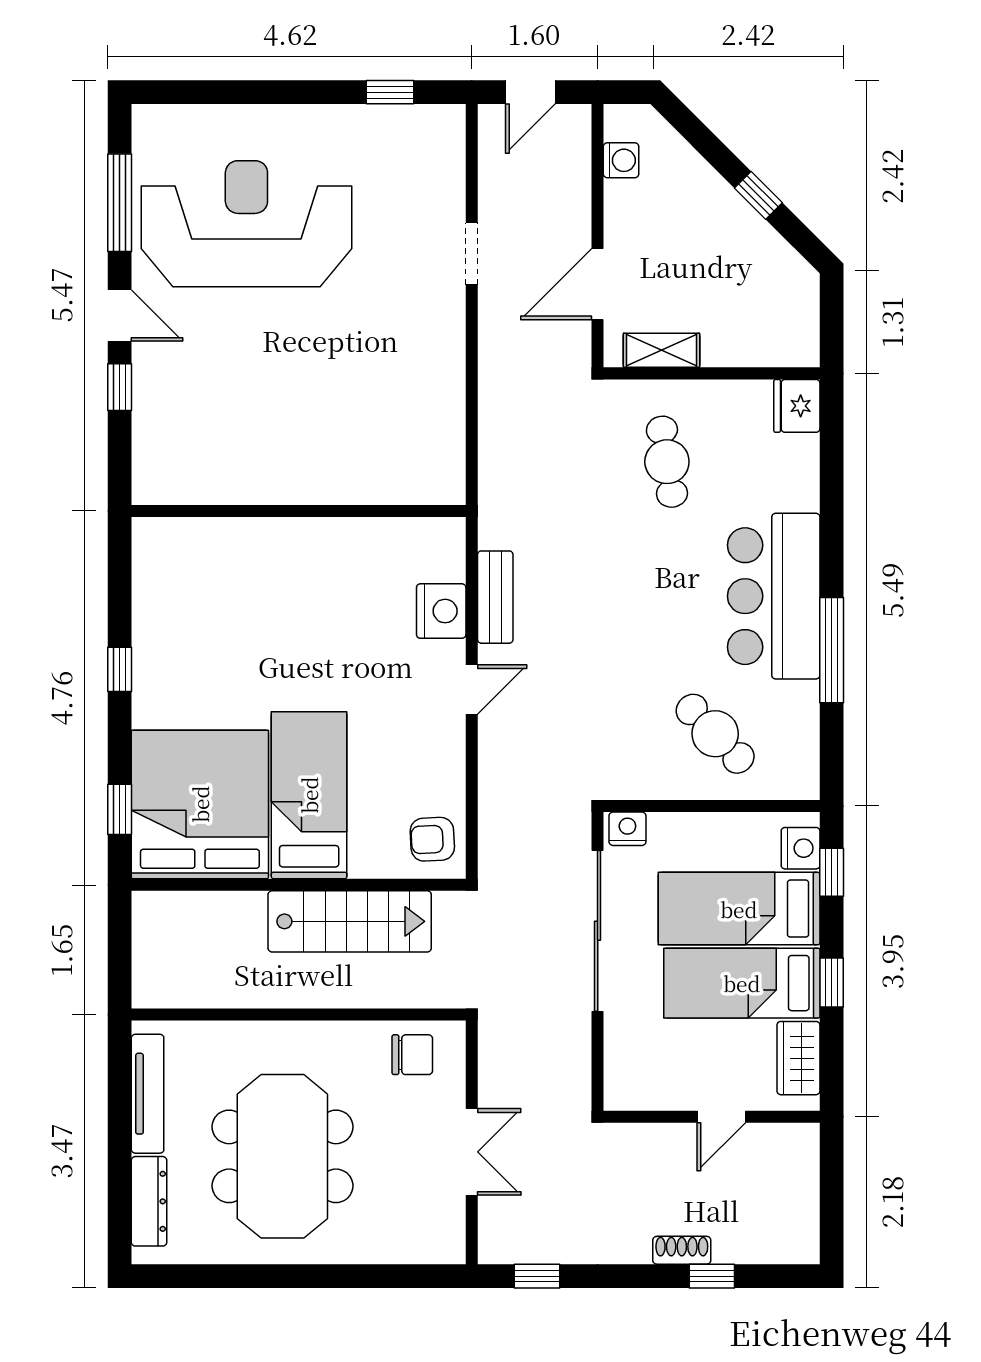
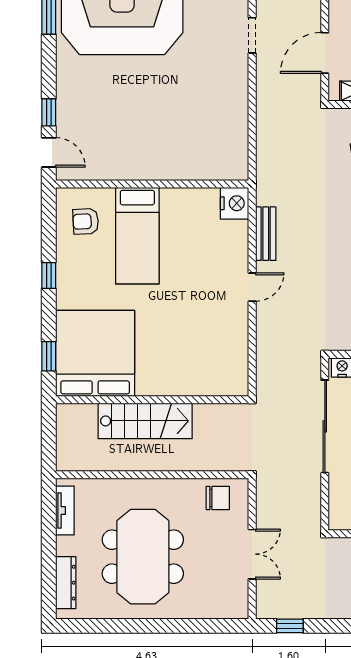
door: (120, 315) -> (49, 152), moved
nightstand: (441, 611) -> (234, 203), moved
bed: (309, 795) -> (137, 236), moved, turned 180
armchair: (432, 839) -> (86, 221), moved
stairs: (350, 921) -> (145, 421), moved
tv unit: (148, 1094) -> (65, 511), width x0.71

